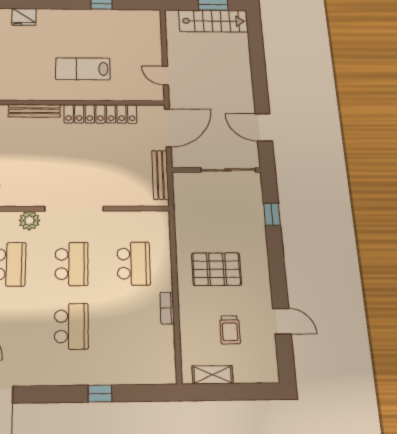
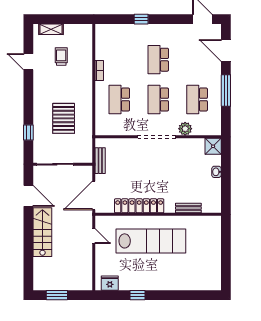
fridge: (24, 17) -> (110, 283), moved
stairs: (213, 21) -> (42, 232), moved, turned 90
lab bench: (83, 69) -> (151, 241), width x1.86, depth x1.39
bench: (34, 111) -> (188, 208), width x0.73
bench: (160, 175) -> (100, 161), width x0.73
pallet: (216, 269) -> (64, 118), moved, turned 90
shelving: (213, 375) -> (51, 29), moved

